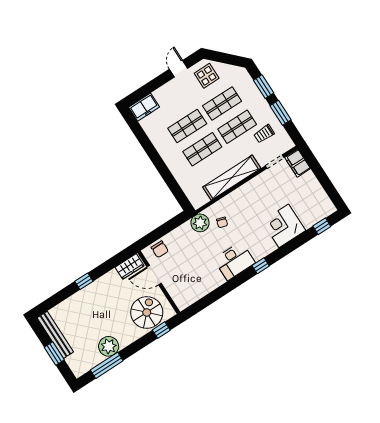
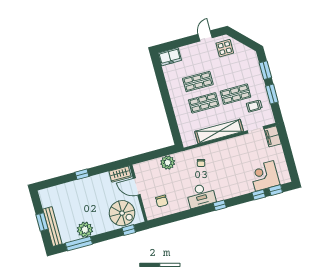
shop shelf: (222, 103) -> (230, 73), removed
plant: (200, 223) -> (168, 163), moved
corner desk: (284, 226) -> (265, 176), moved
window: (303, 238) -> (259, 195), added
chair: (160, 249) -> (162, 201), moved
spiral stairs: (147, 312) -> (122, 213), turned 90
bench: (55, 335) -> (52, 227), moved

